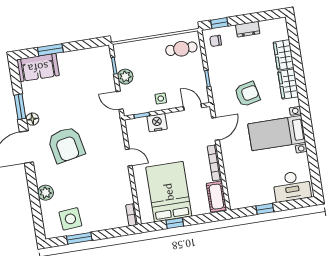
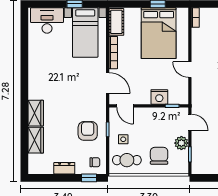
chair: (147, 59) -> (159, 156), added
armchair: (247, 94) -> (88, 131), moved, turned 102
side table: (161, 98) -> (123, 139), moved
door: (215, 129) -> (108, 83), swing flipped
bed with nightstands: (277, 133) -> (85, 33), moved, turned 90

